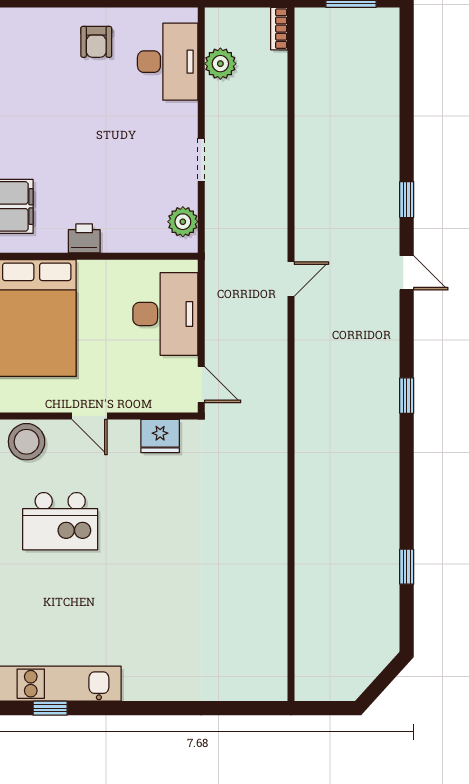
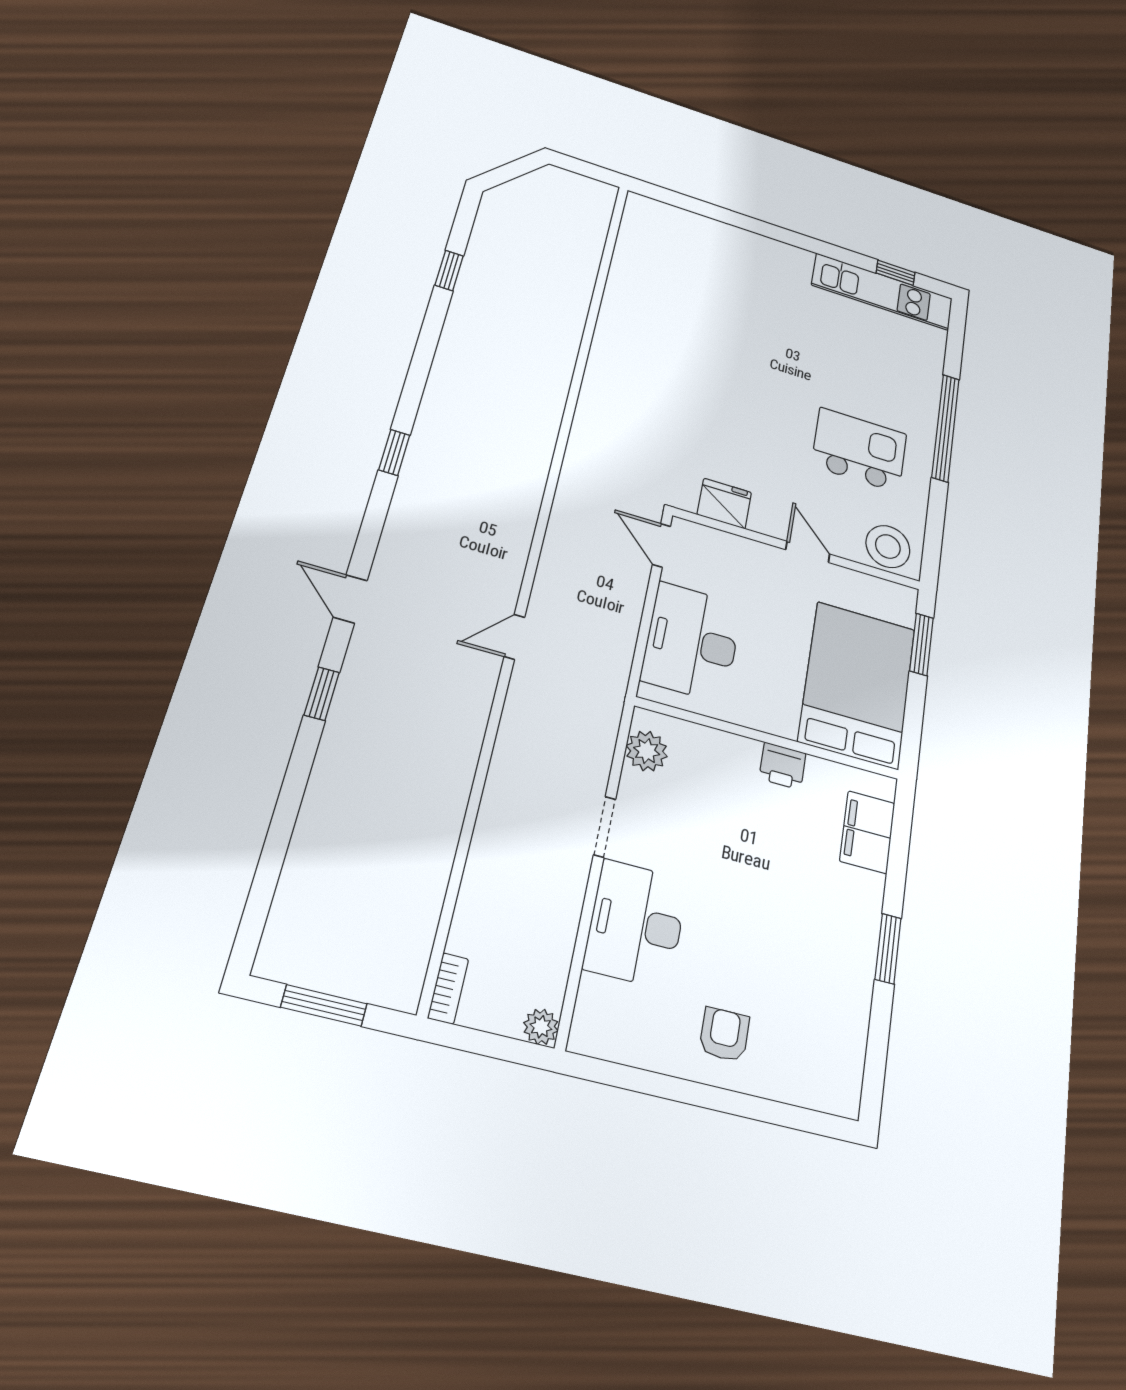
desk: (168, 62) -> (636, 924), moved
plant: (220, 64) -> (541, 1027), moved, width x0.73, depth x0.73

